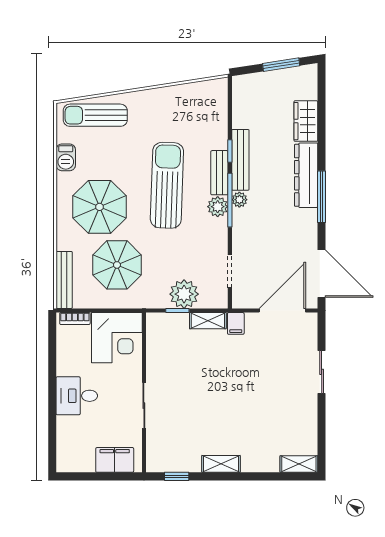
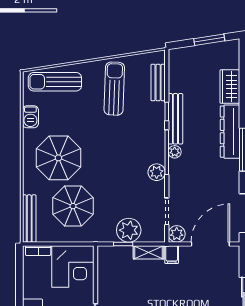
bench: (219, 173) -> (158, 82), moved
sun lounger: (167, 185) -> (114, 89), moved, width x0.73, depth x0.75
plant: (218, 207) -> (157, 172), moved
plant: (242, 299) -> (177, 234), added

